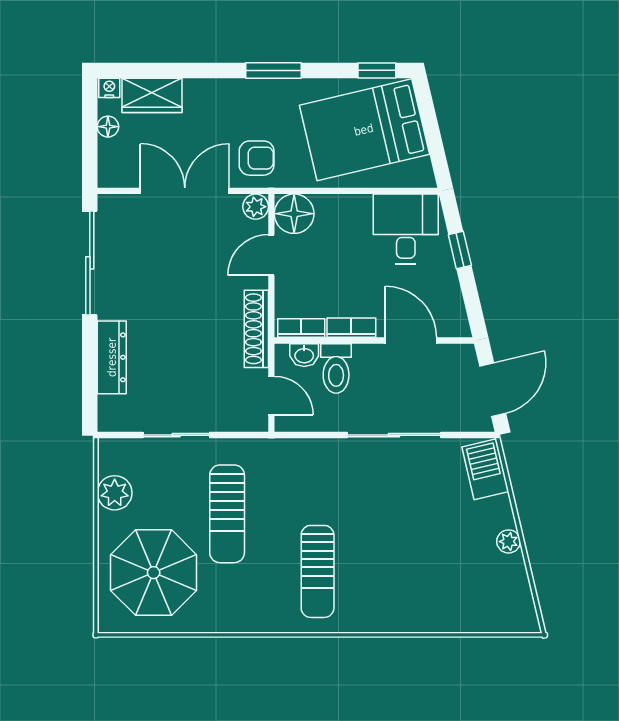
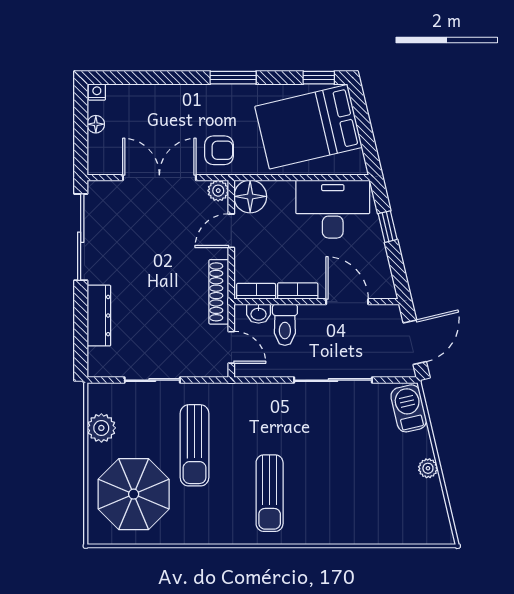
wardrobe: (152, 95) -> (132, 98), removed
desk: (406, 229) -> (333, 209), width x1.37

